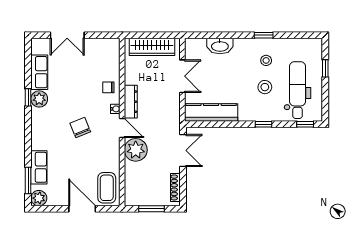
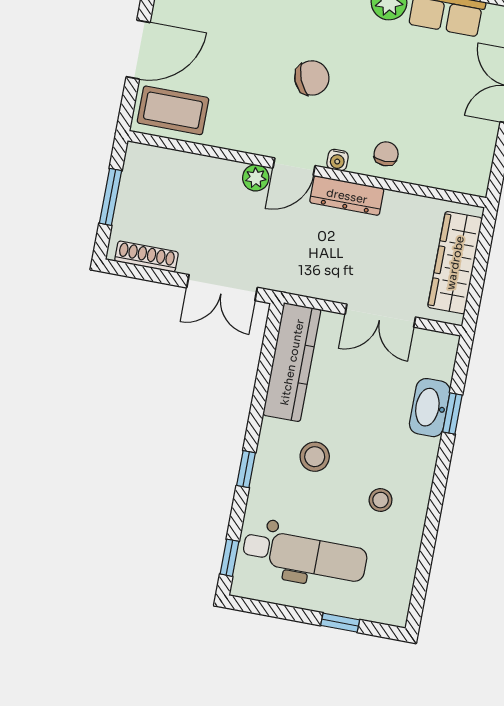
window: (264, 35) -> (452, 413), moved
stool: (265, 87) -> (315, 457), moved
plant: (136, 150) -> (256, 178), width x0.53, depth x0.53

